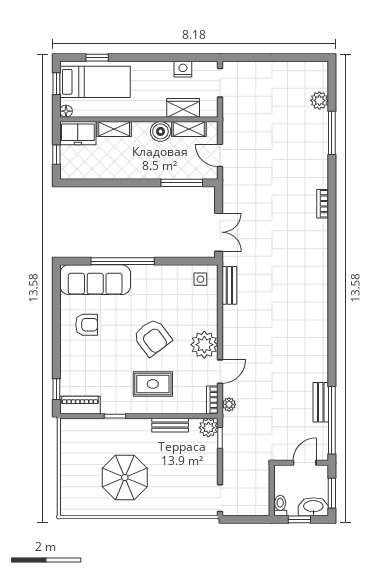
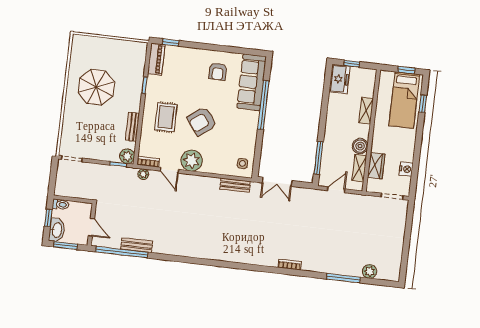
floor lamp: (66, 111) -> (384, 75), removed
freezer: (78, 133) -> (340, 79), moved, turned 180

